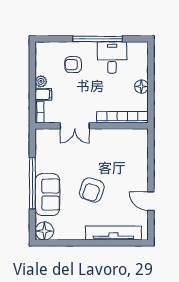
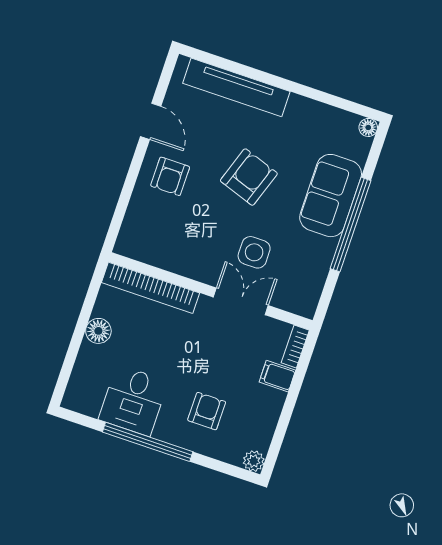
armchair: (73, 65) -> (207, 411), turned -90
plant: (41, 81) -> (254, 461), moved
side table: (76, 153) -> (254, 252), added
armchair: (132, 177) -> (170, 176), added
floor lamp: (44, 231) -> (368, 127), width x0.53, depth x0.53

